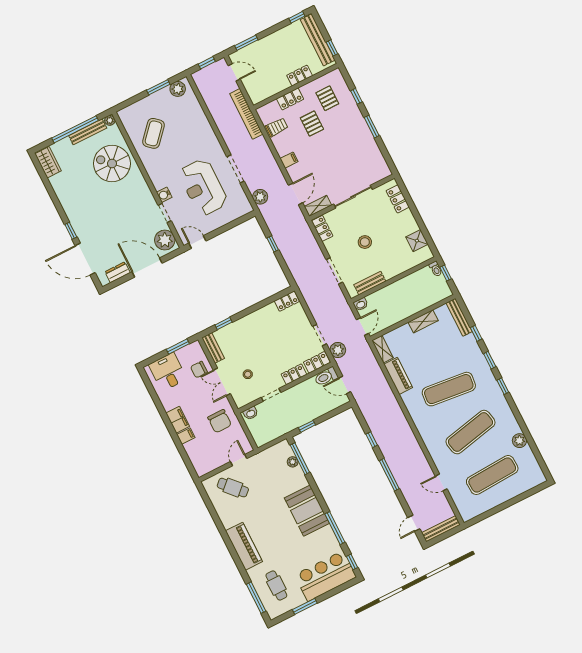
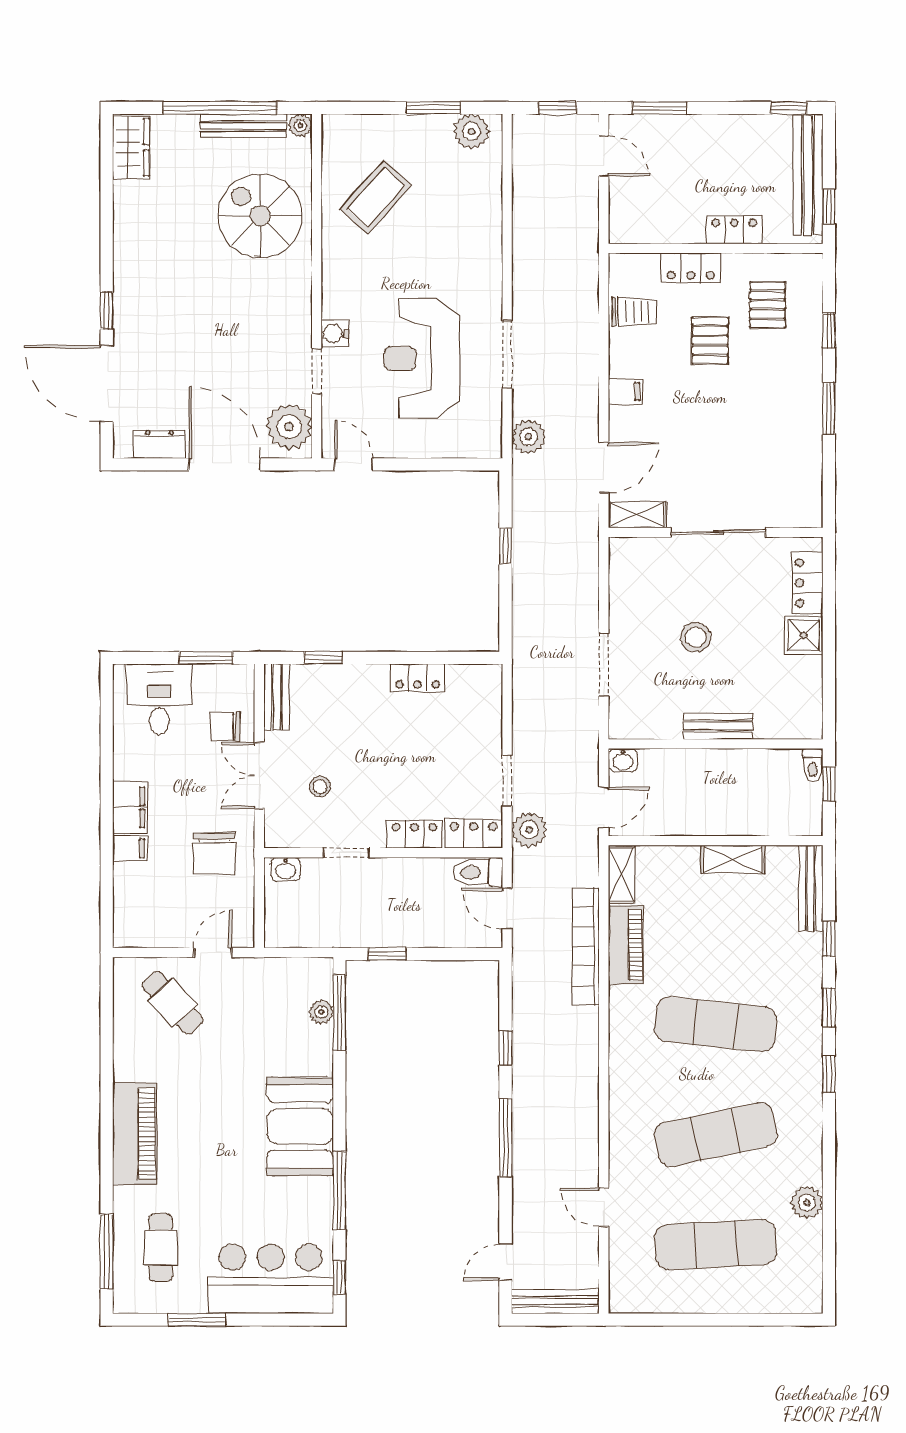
bookcase: (246, 114) -> (586, 946), moved
locker: (322, 228) -> (623, 565), removed
shower: (417, 241) -> (804, 635), moved
bench: (370, 283) -> (718, 726), moved
locker: (287, 301) -> (417, 678), moved

